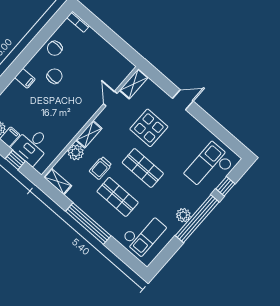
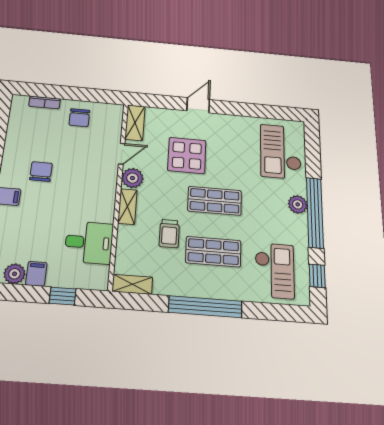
bookcase: (78, 22) -> (45, 102), moved
chair: (55, 48) -> (79, 118), moved
door: (110, 99) -> (122, 154), swing flipped
desk: (32, 146) -> (89, 242), moved, turned -90
plant: (76, 152) -> (132, 178), moved
window: (225, 186) -> (317, 276), moved
plant: (183, 215) -> (298, 204), moved

